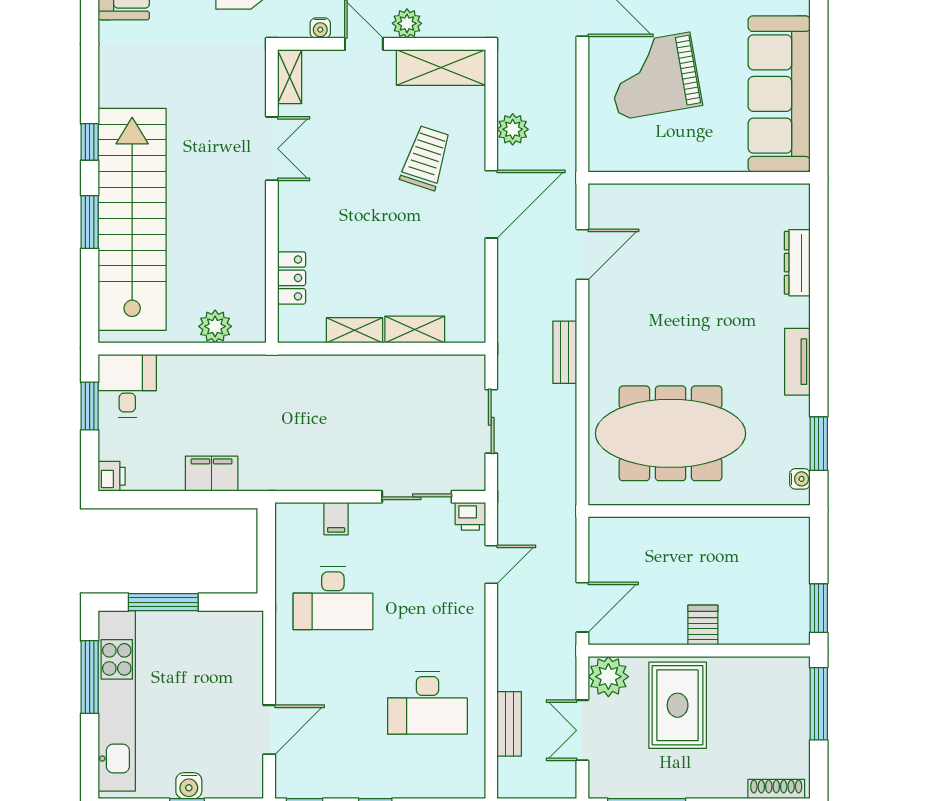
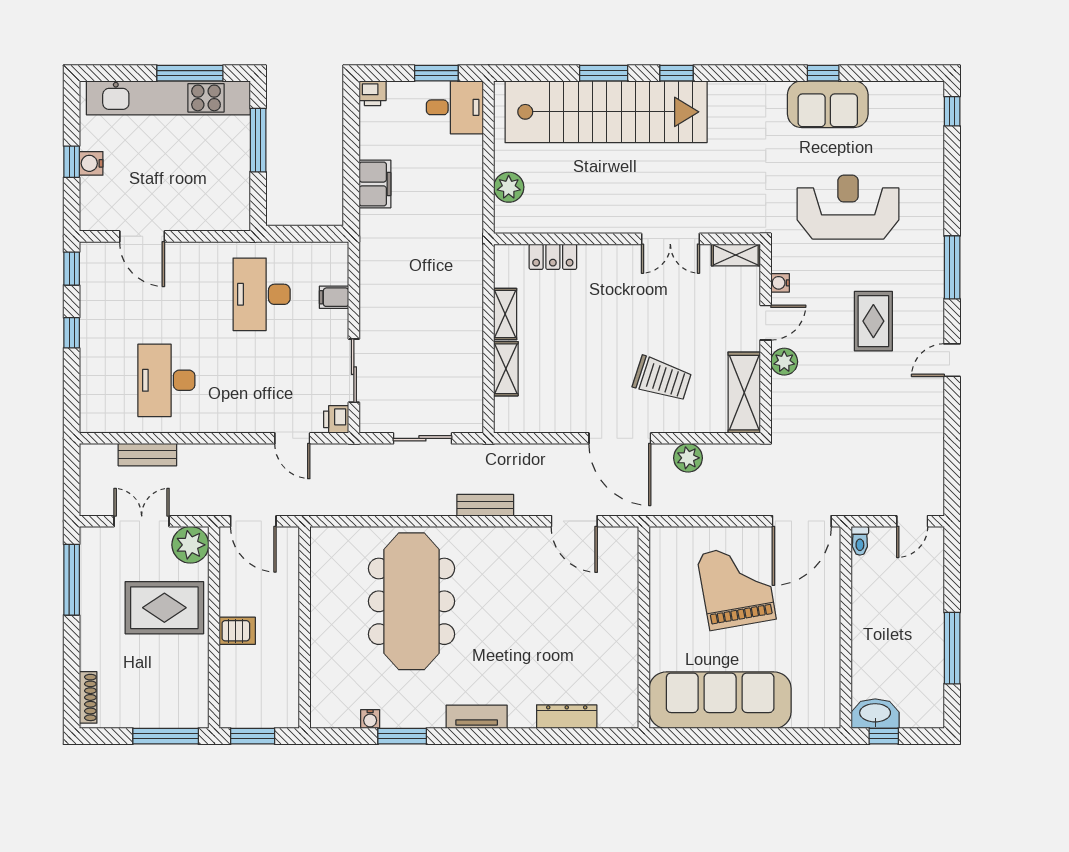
wall: (699, 511) -> (305, 627), moved

